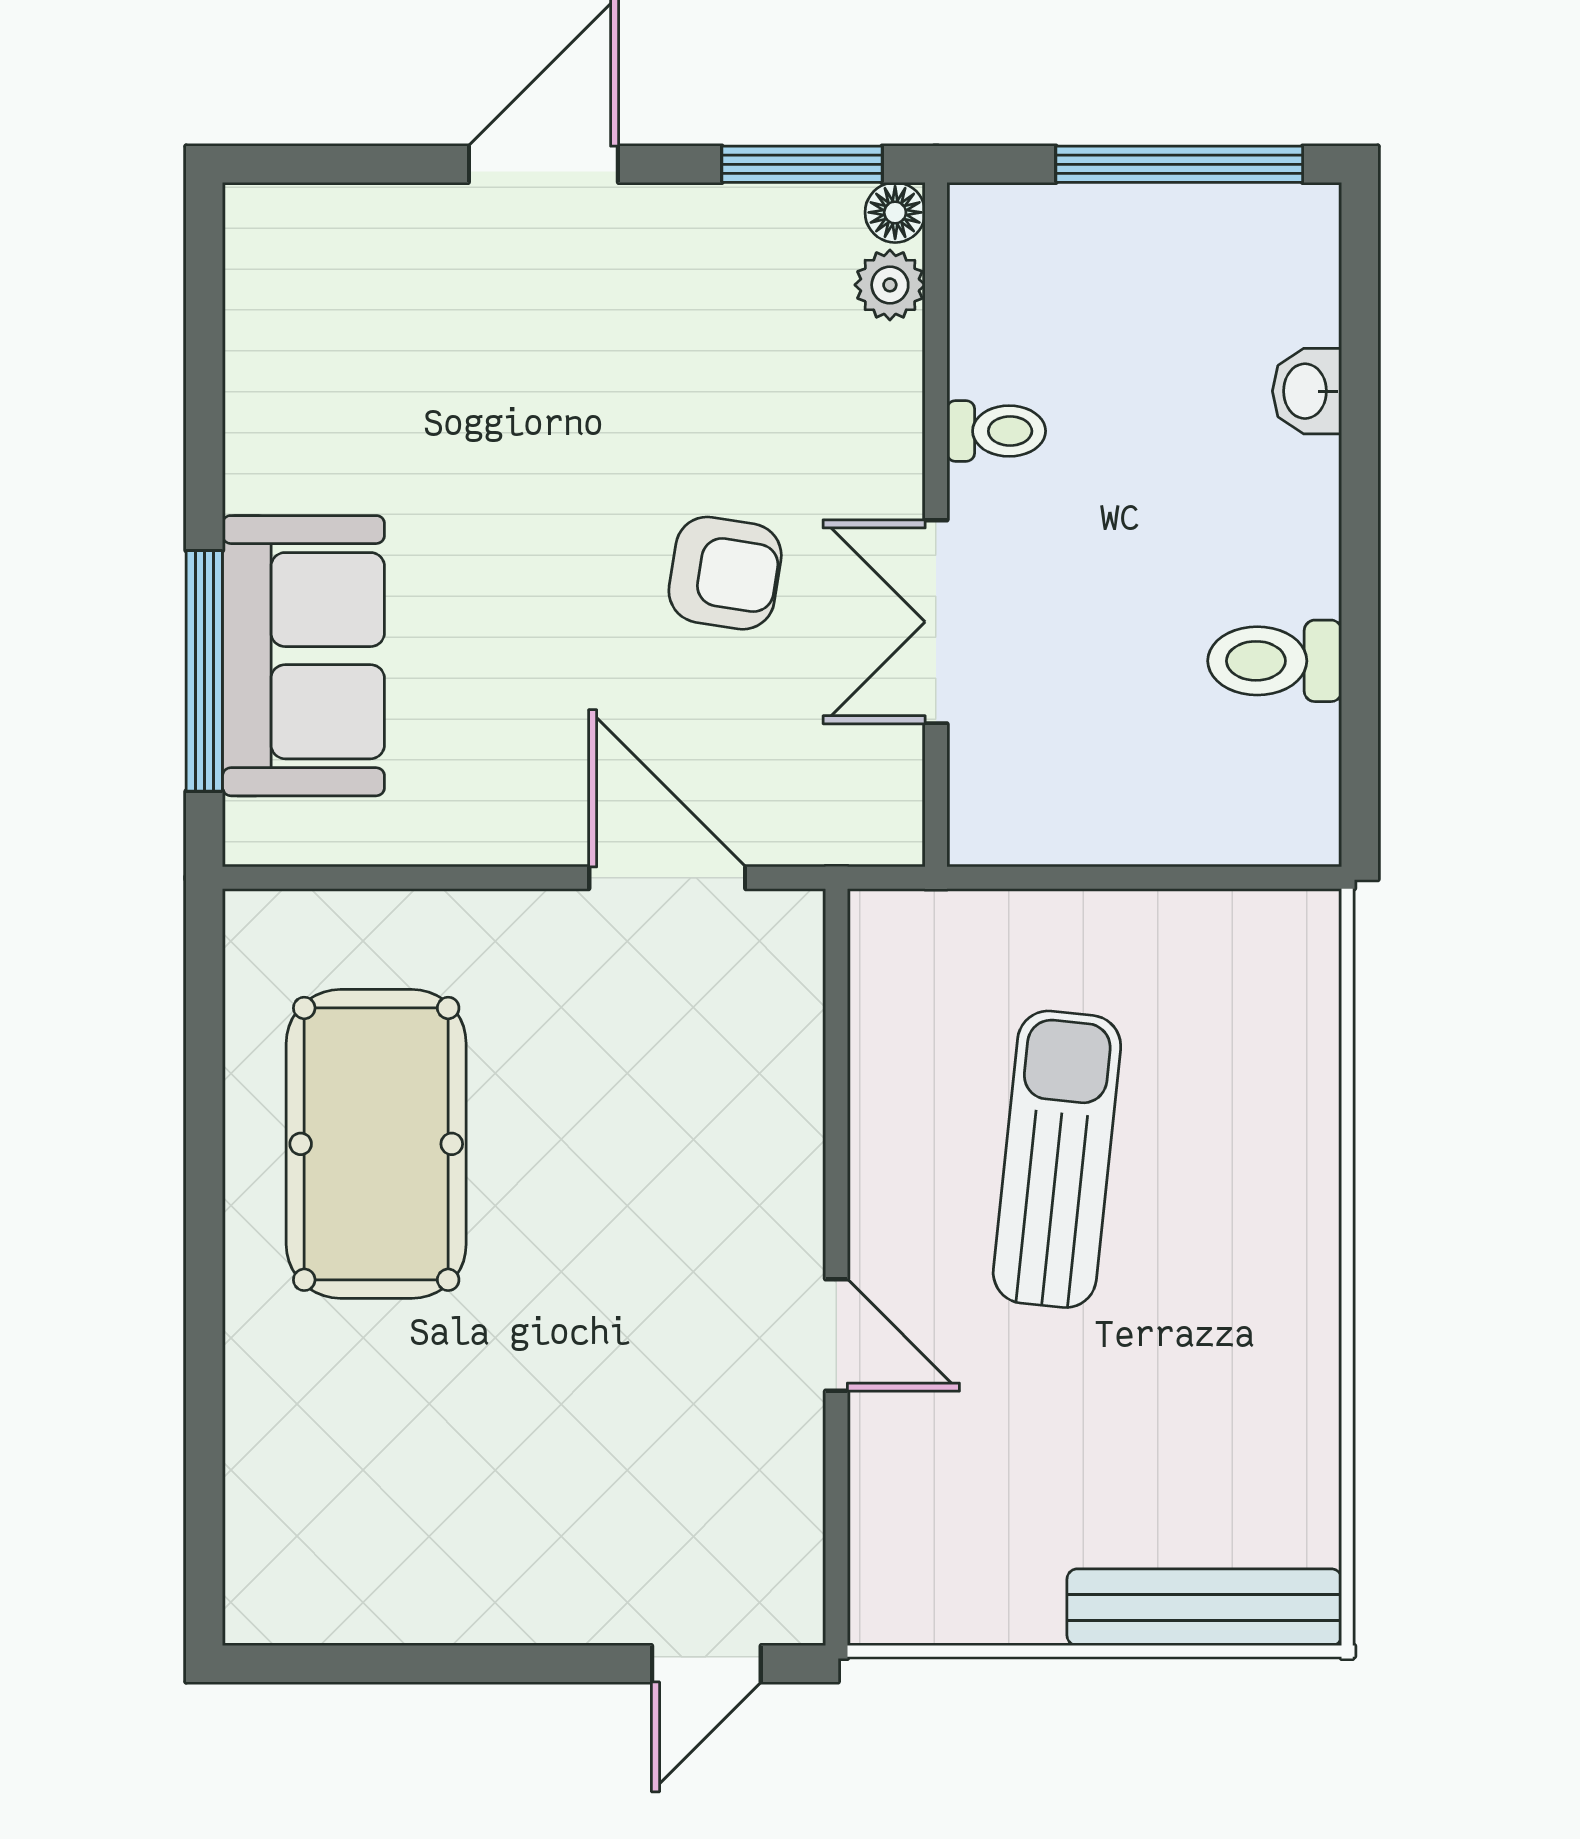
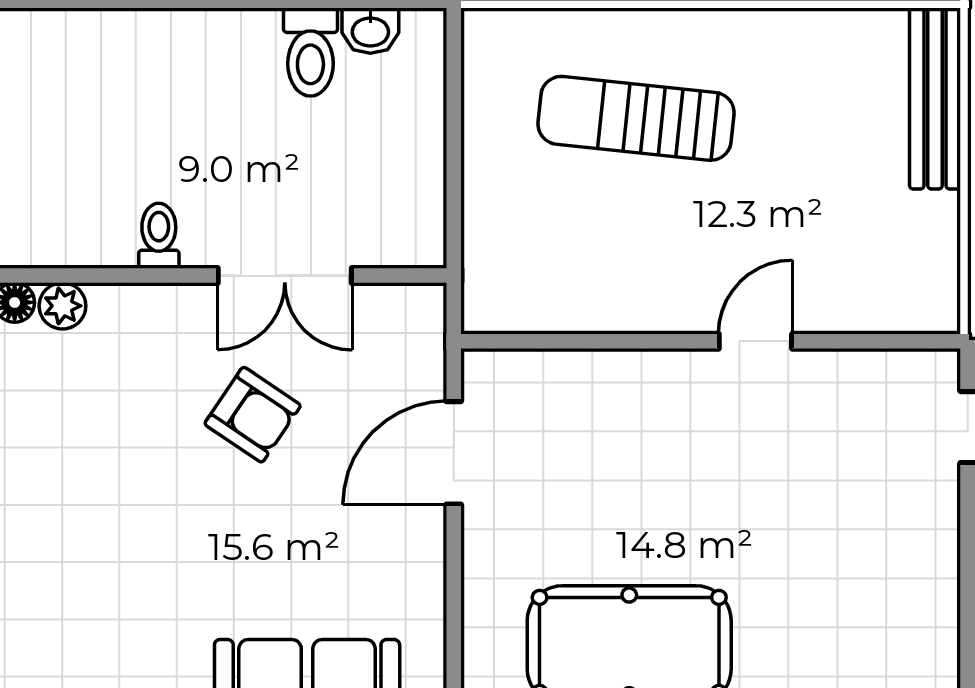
washbasin: (1307, 391) -> (370, 31), moved
armchair: (725, 573) -> (253, 415), turned 115
sun lounger: (1057, 1159) -> (636, 118), moved

